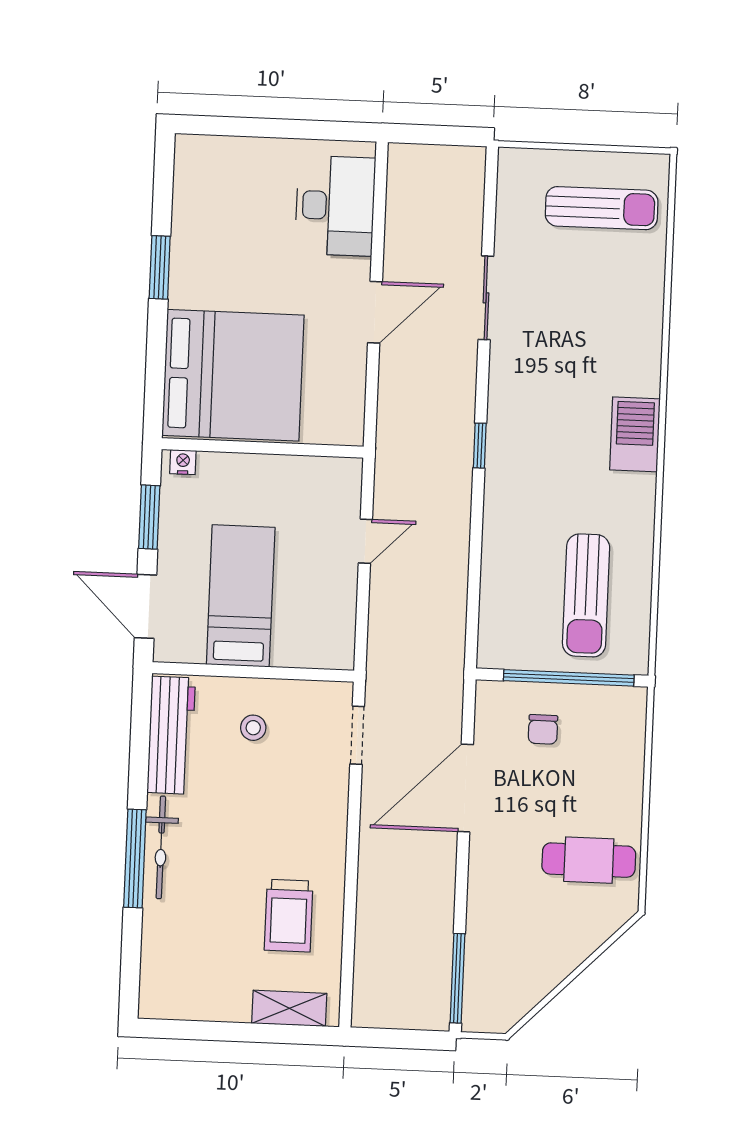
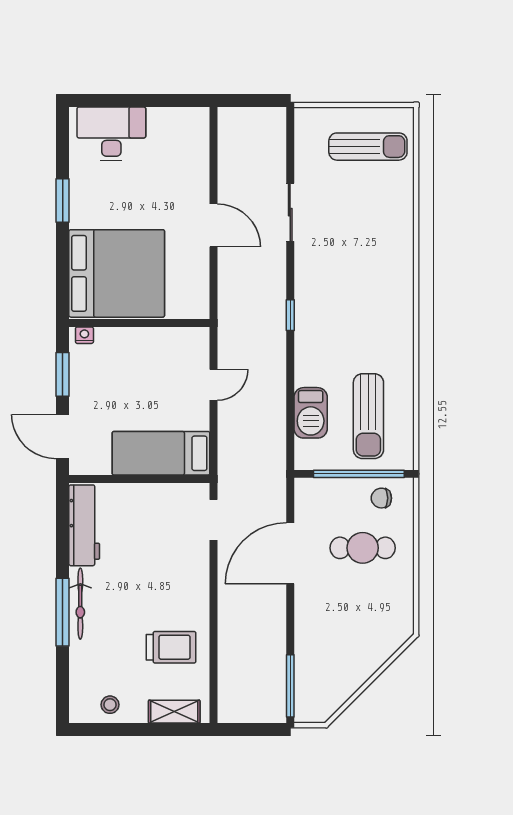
desk: (335, 206) -> (111, 134), moved, turned -90
door: (375, 312) -> (213, 225), hinge flipped
barbecue: (635, 434) -> (311, 413), moved, turned 180
bed: (241, 596) -> (161, 453), moved, turned -90
stool: (253, 728) -> (110, 705), moved
chair: (543, 729) -> (381, 498), moved, turned 90
cafe table: (589, 860) -> (363, 548), moved
trolley: (289, 916) -> (171, 647), turned -90

